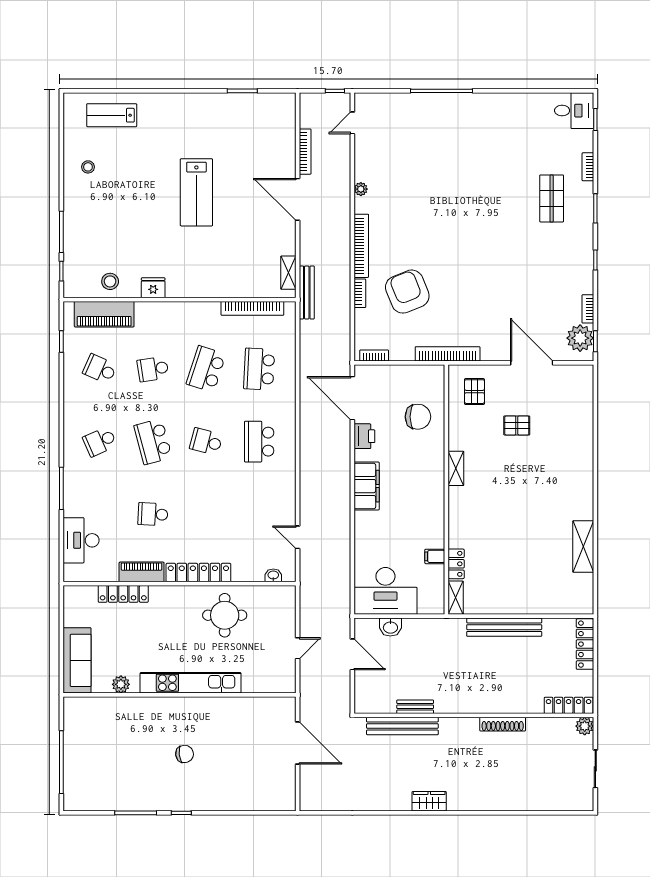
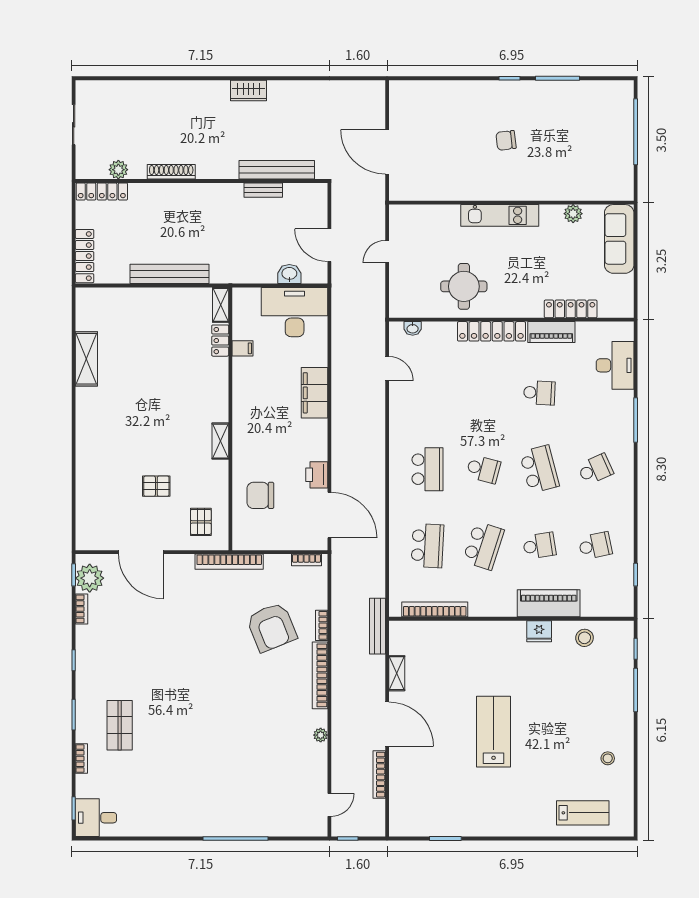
shelving: (288, 273) -> (397, 673), moved
piano: (104, 314) -> (549, 603), moved
school desk: (100, 369) -> (595, 546), turned -36
filing cabinet: (367, 486) -> (314, 393), moved
kitchen unit: (191, 683) -> (500, 215), width x0.73
plant: (585, 726) -> (118, 170), moved

